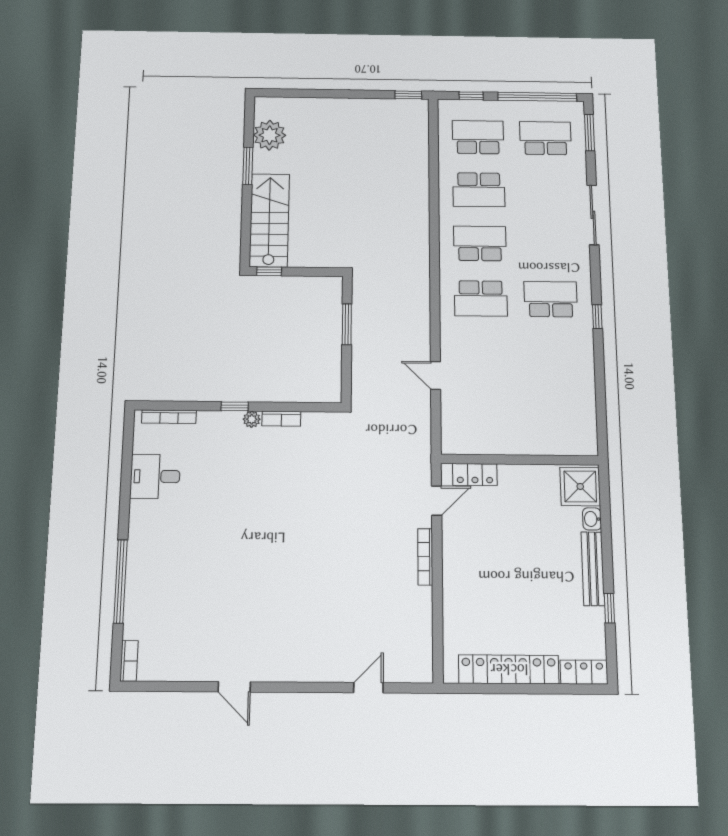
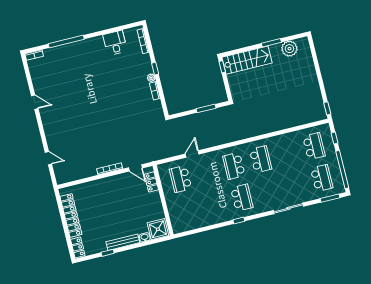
school desk: (479, 190) -> (181, 179), moved
door: (234, 687) -> (35, 102), swing flipped

